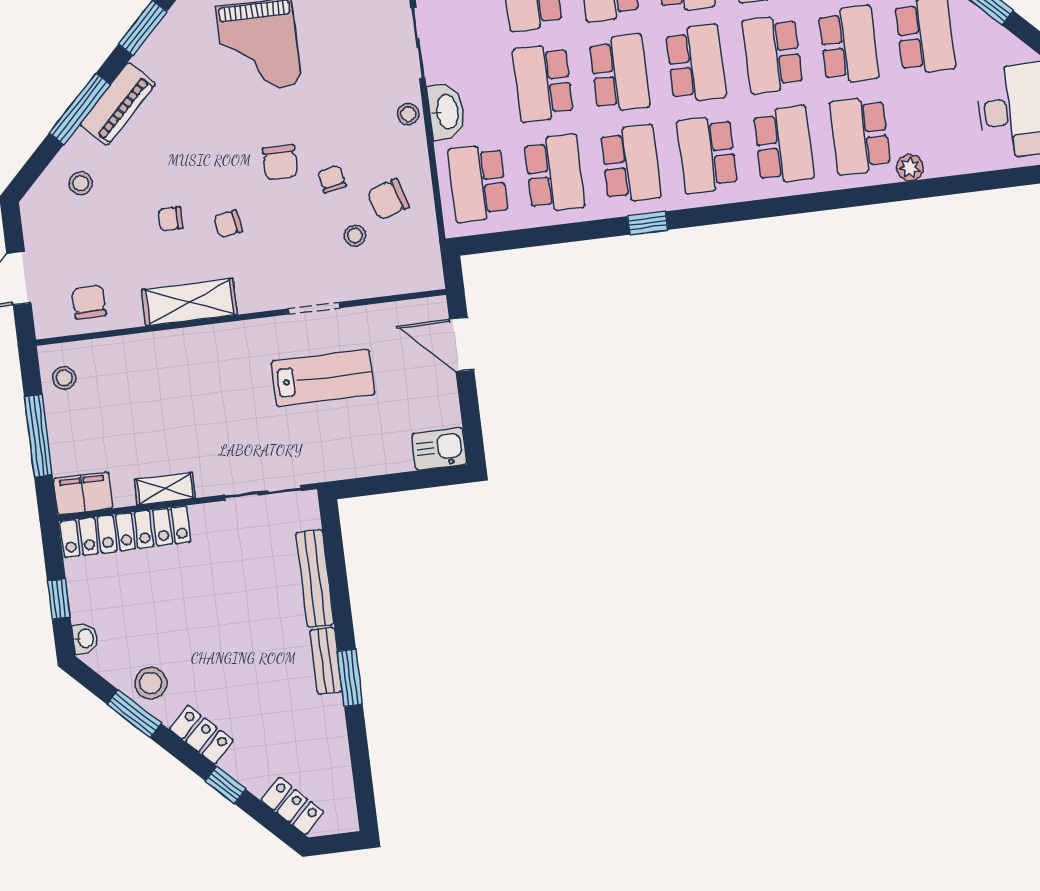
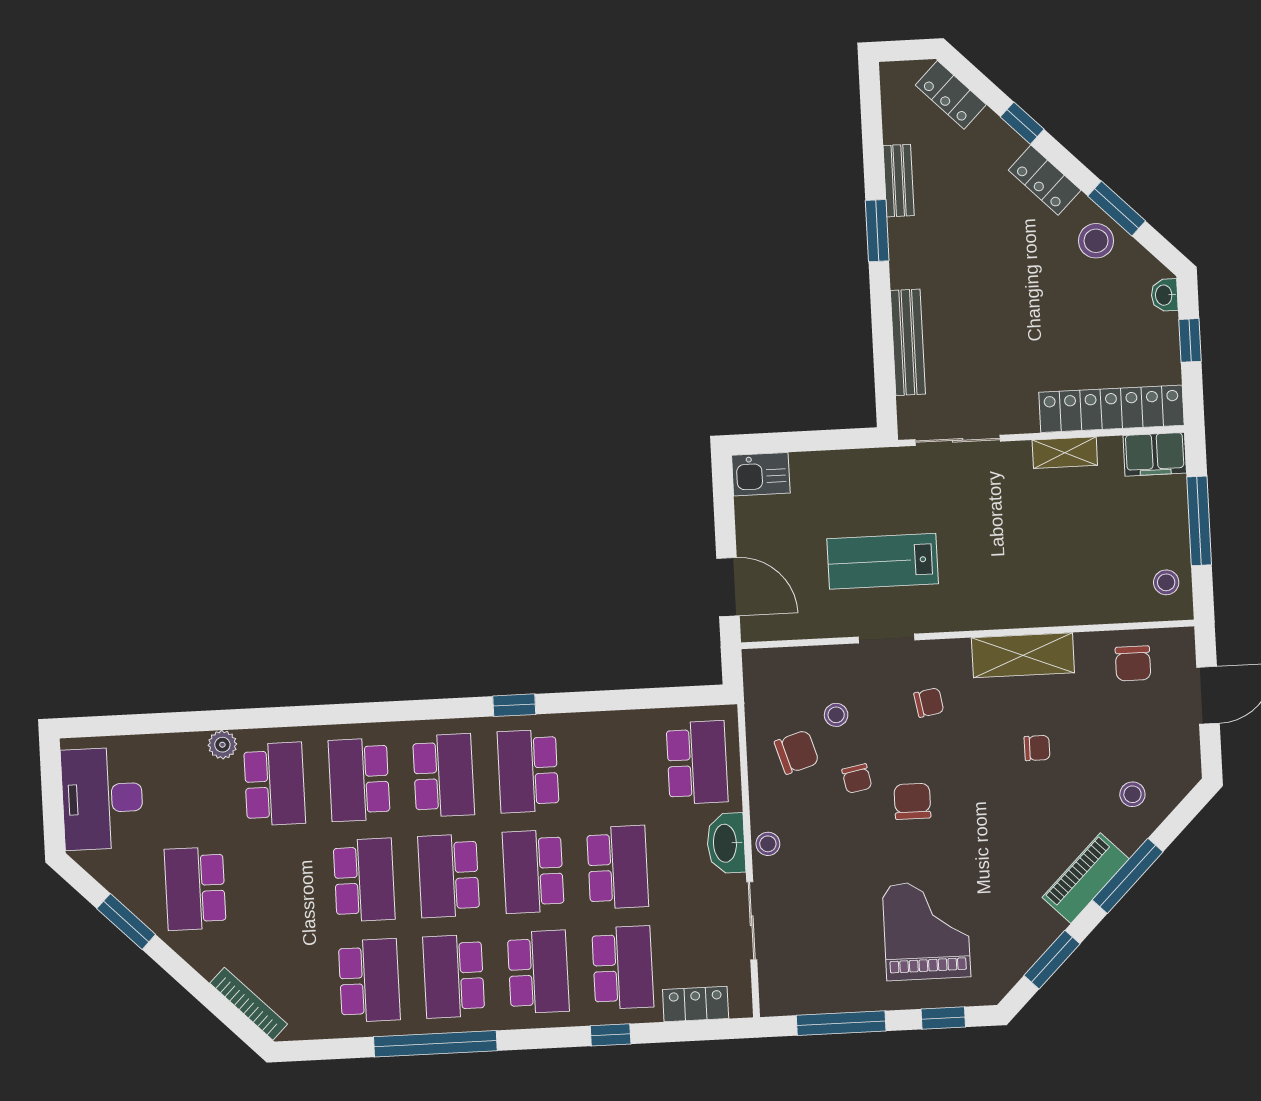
school desk: (849, 45) -> (280, 884), removed
school desk: (554, 173) -> (613, 767), removed
chair: (228, 224) -> (929, 703), moved
bench: (326, 661) -> (899, 181), moved

